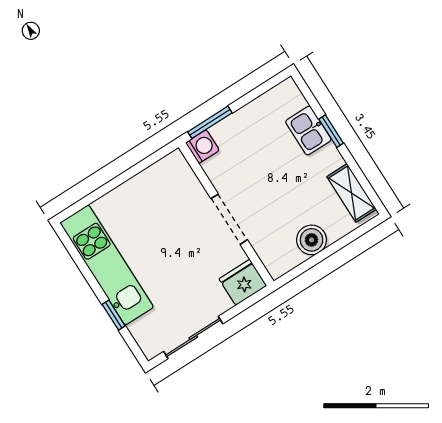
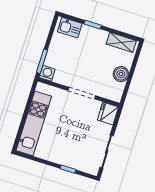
kitchen sink: (308, 131) -> (70, 28), moved
kitchen unit: (107, 265) -> (34, 123), moved, turned 90

